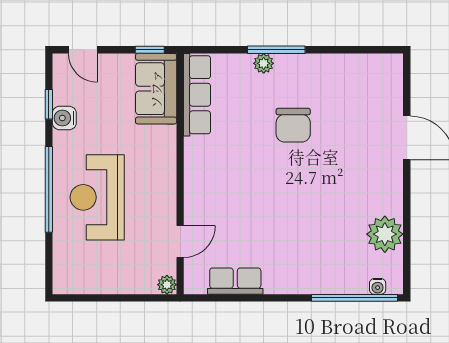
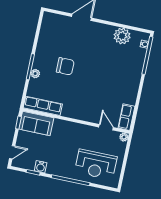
reception desk: (97, 197) -> (96, 164), moved
row of seats: (235, 281) -> (126, 117), moved

